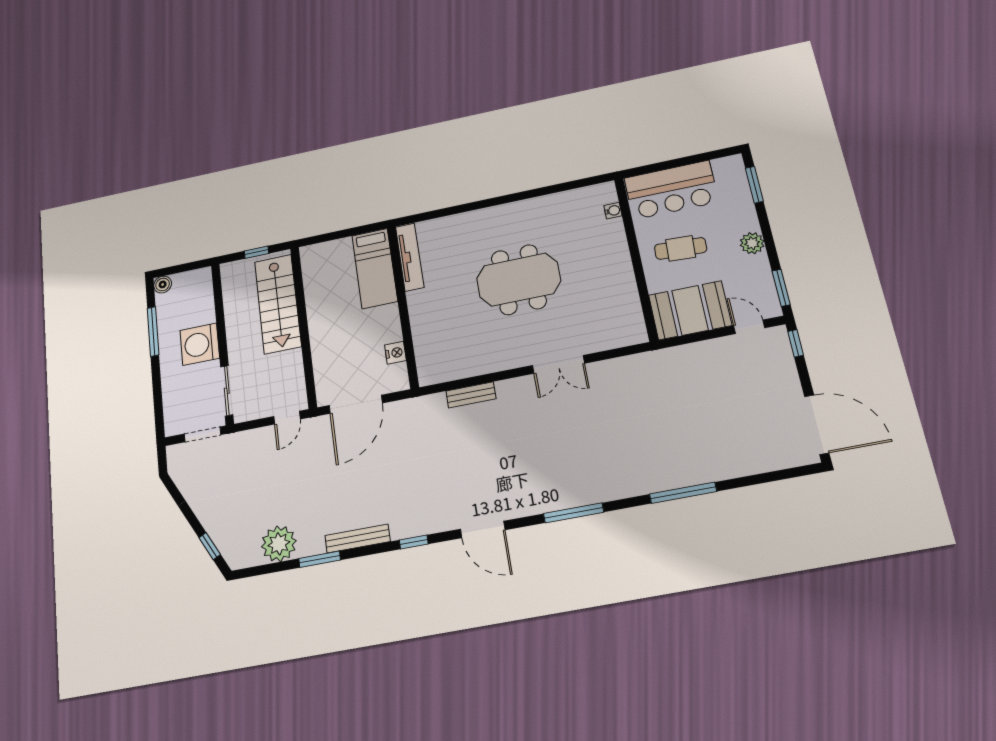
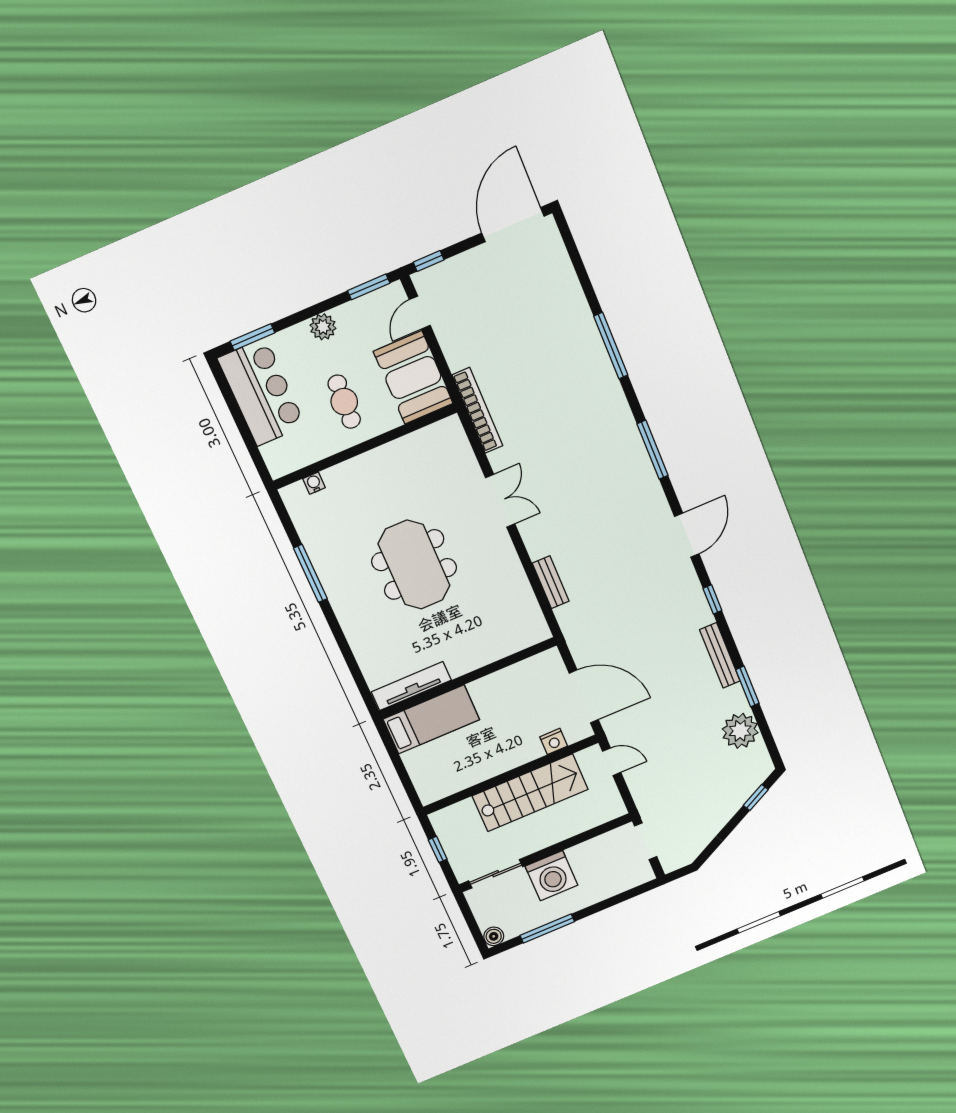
bar counter: (671, 190) -> (261, 392), moved
window: (533, 193) -> (310, 573), added
stairs: (278, 304) -> (530, 793), moved
nightstand: (395, 353) -> (554, 741), moved, turned 180
bookcase: (647, 360) -> (477, 410), added
sliding door: (227, 391) -> (496, 874), moved

